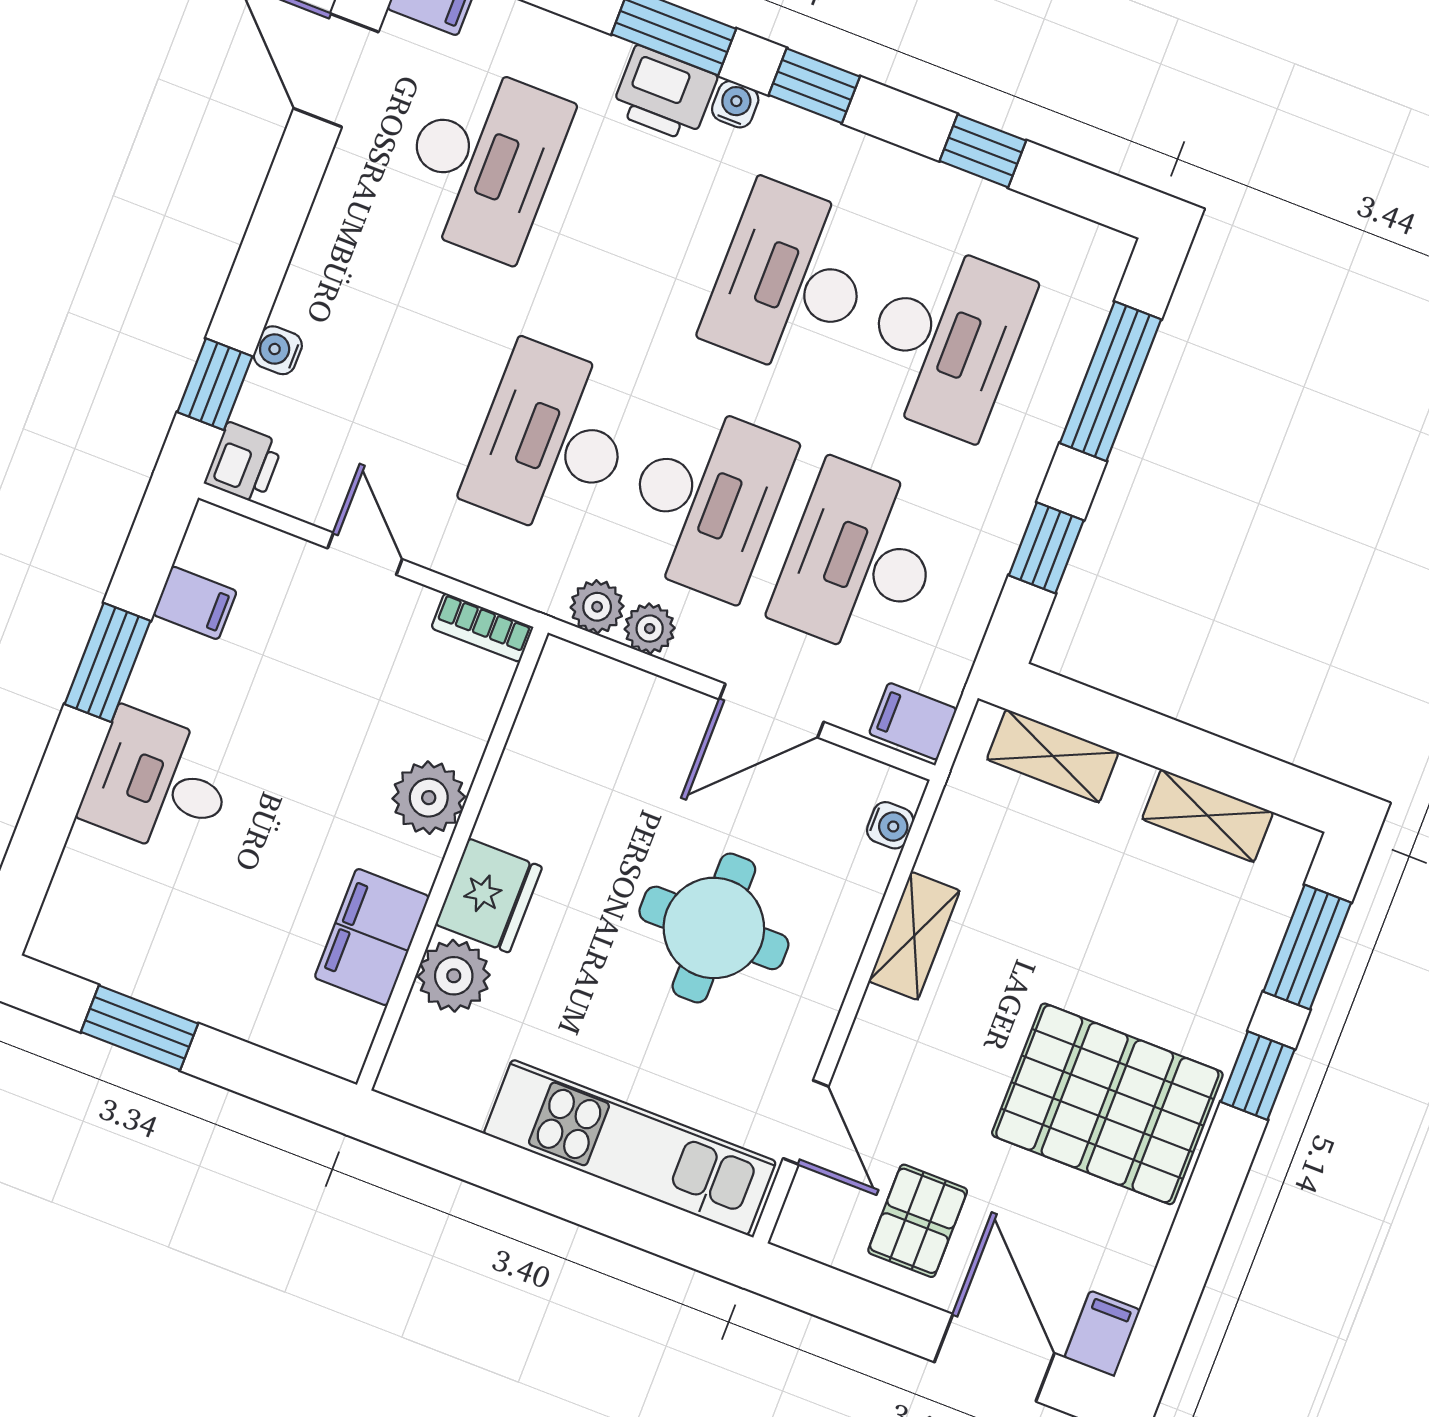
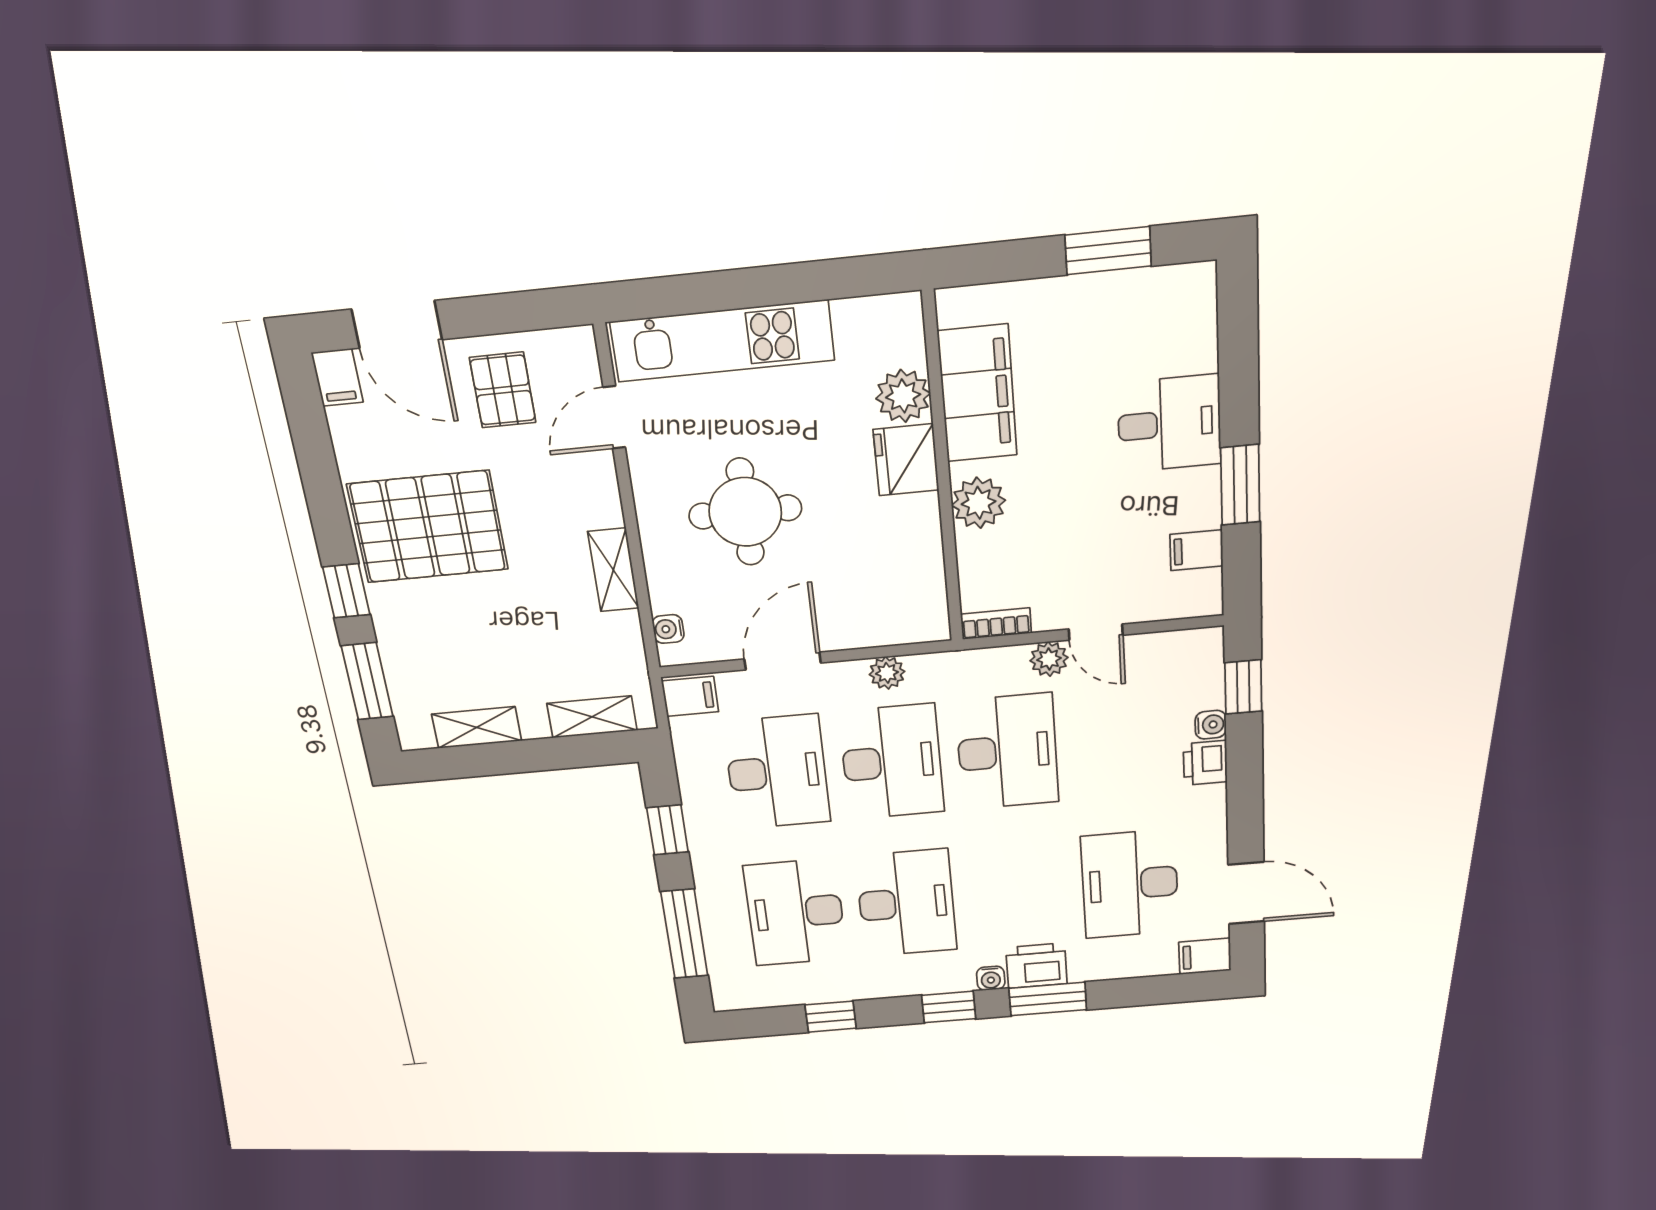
printer: (244, 463) -> (1205, 763), moved
desk: (706, 500) -> (892, 762), turned 180
plant: (597, 607) -> (1049, 659), moved
filing cabinet: (372, 937) -> (977, 393), width x1.50, depth x1.17
door: (806, 1122) -> (614, 417), hinge flipped

